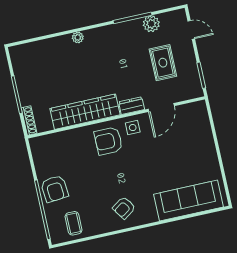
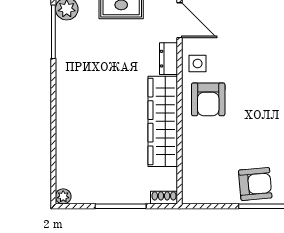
plant: (78, 37) -> (63, 196), moved
shoe rack: (29, 121) -> (164, 198), width x0.70

